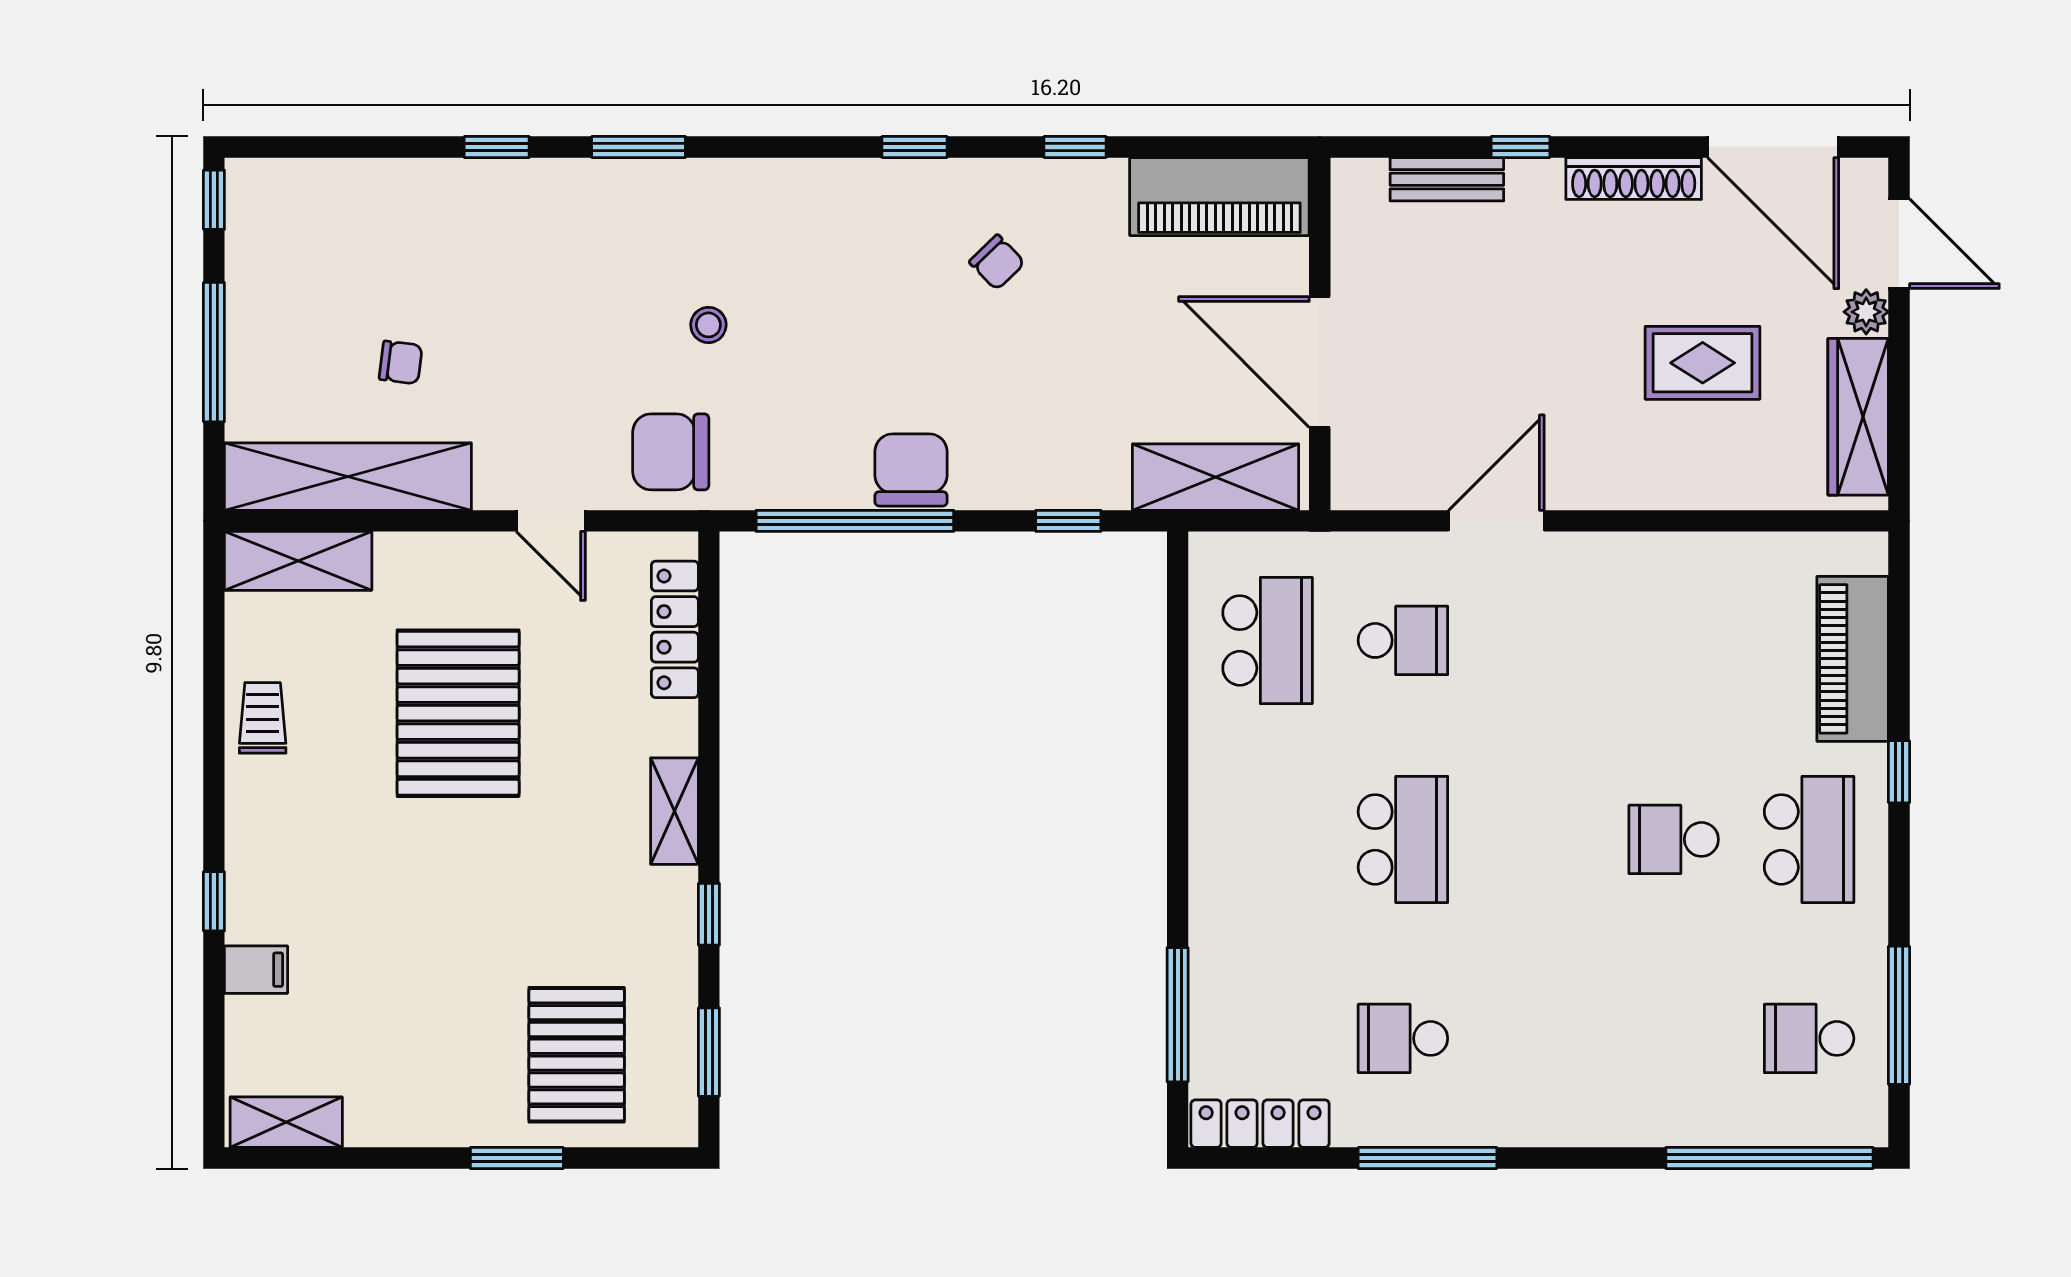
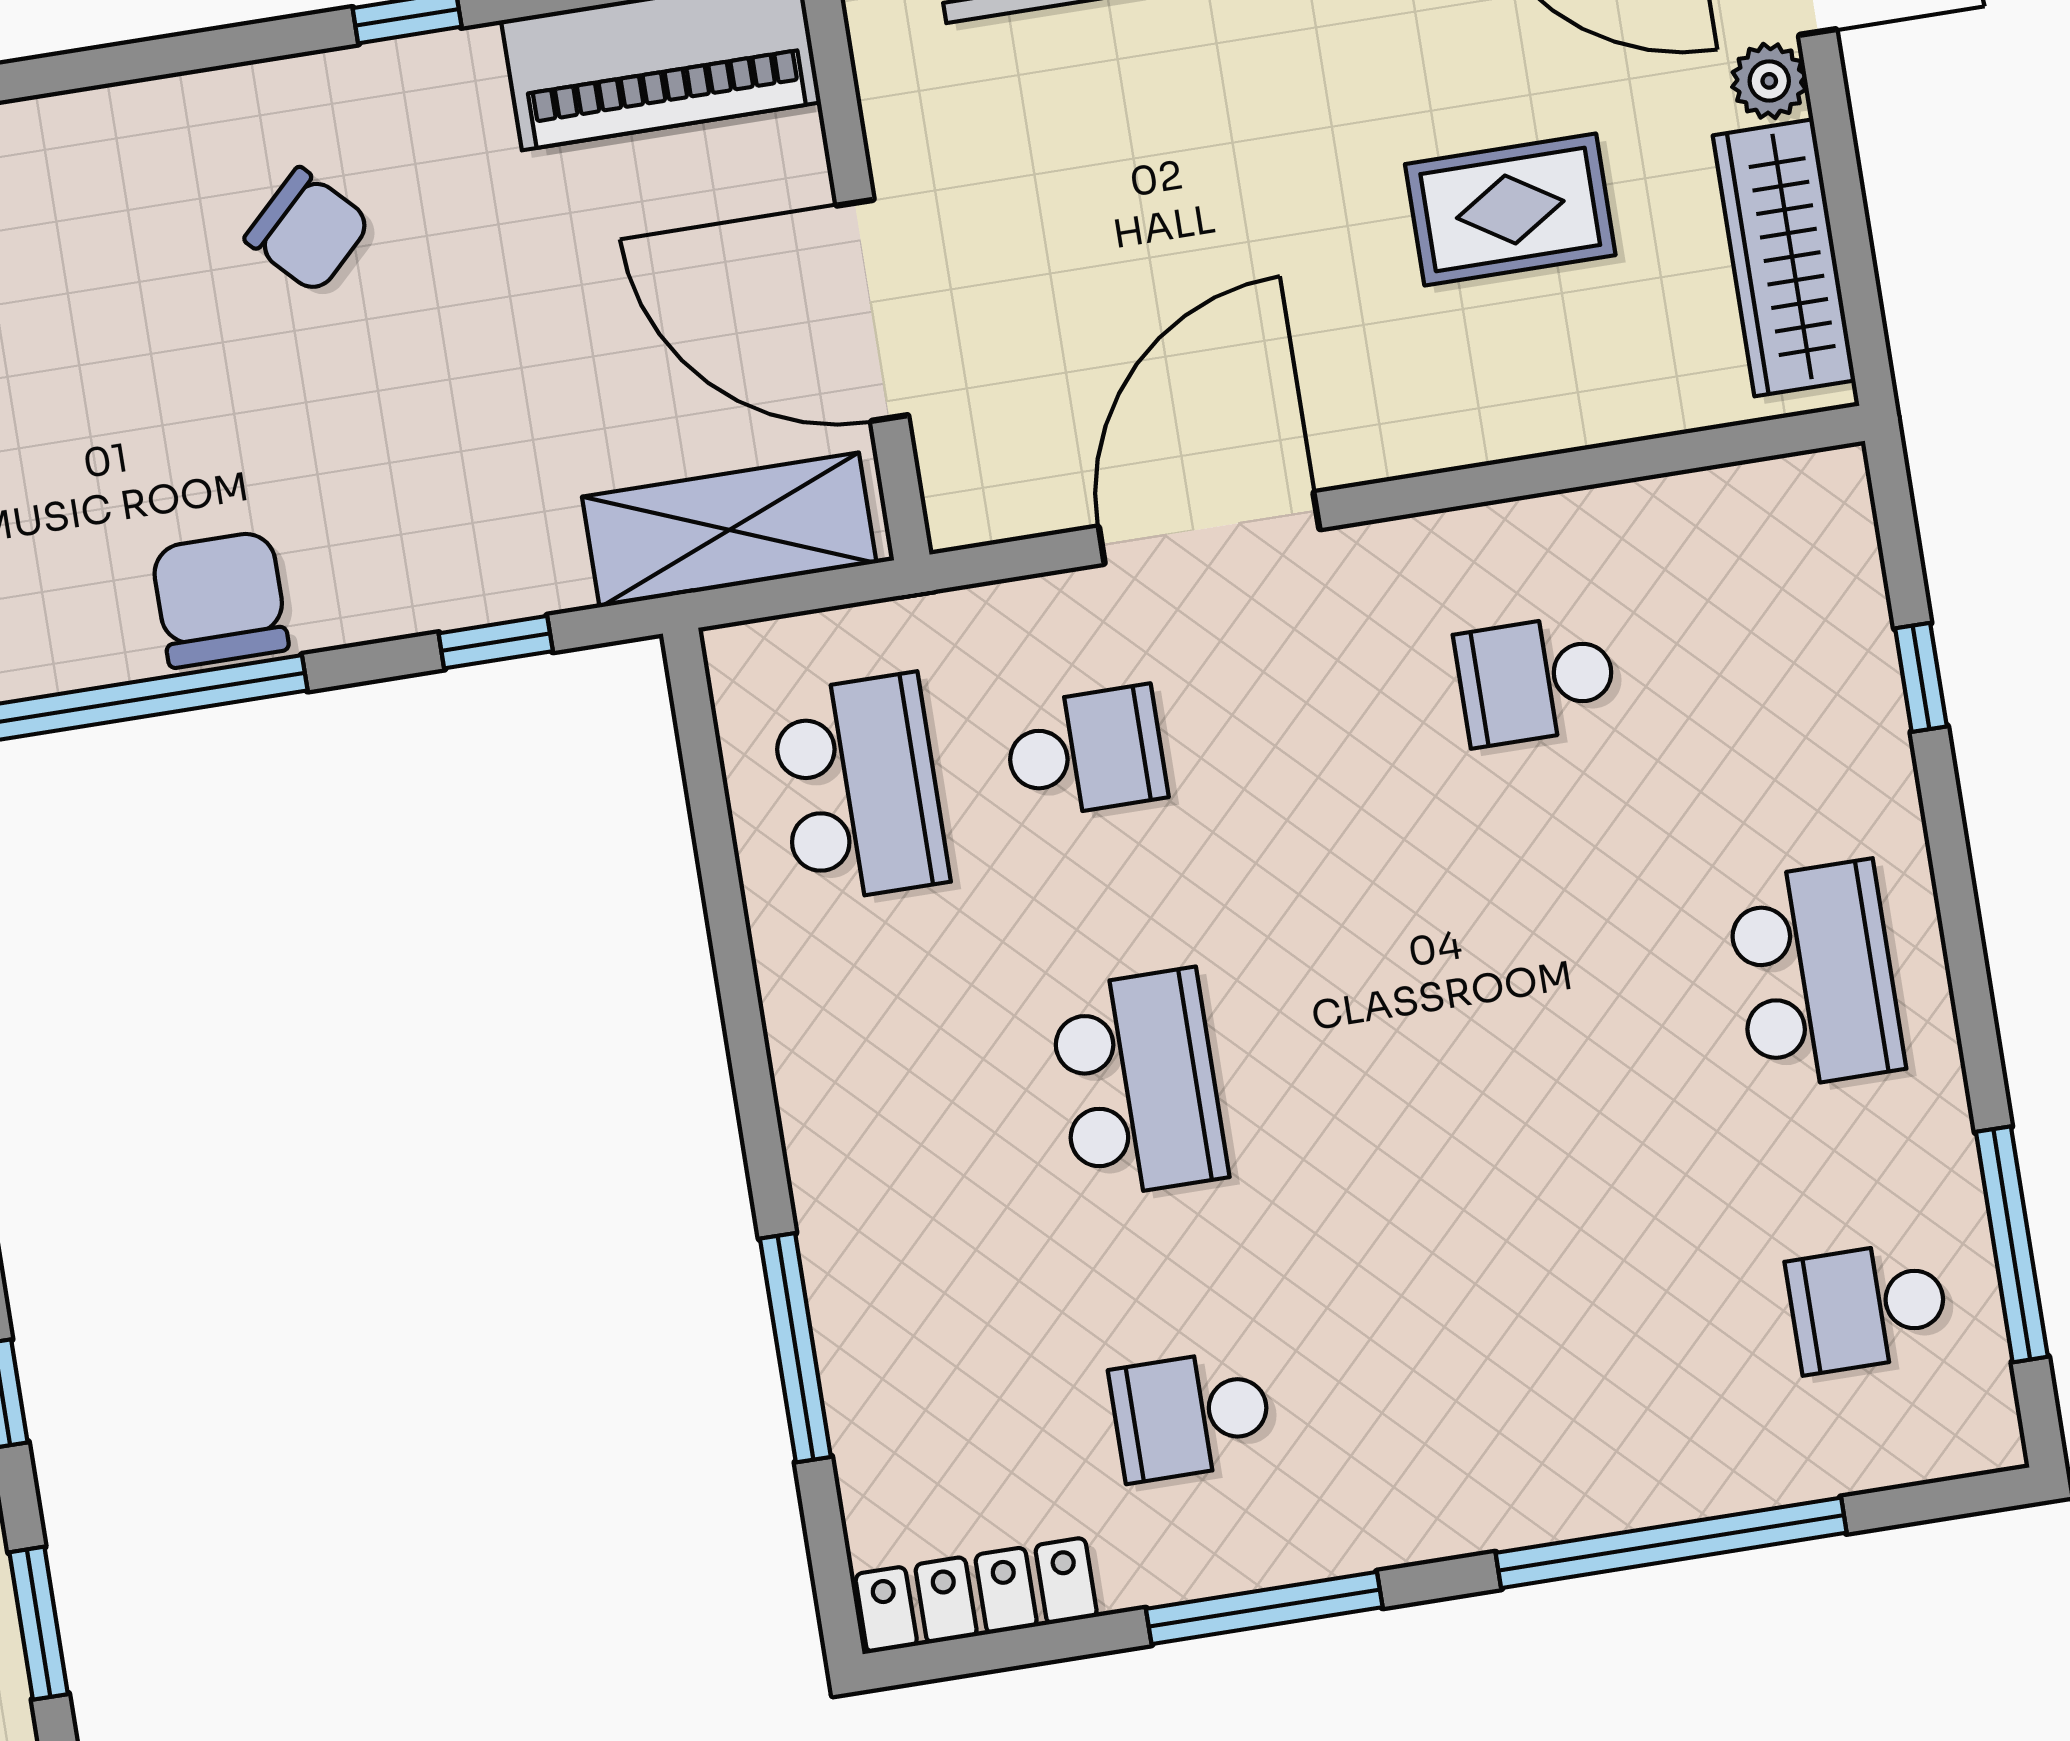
window: (914, 147) -> (140, 60), removed
chair: (997, 262) -> (308, 230), width x1.37, depth x1.37
door: (1496, 521) -> (1209, 528), width x1.36
piano: (1853, 659) -> (1839, 663), removed
window: (1899, 772) -> (1921, 677), moved
school desk: (1674, 839) -> (1536, 680), moved
window: (1178, 1015) -> (795, 1348), moved
window: (1770, 1158) -> (1671, 1543), moved

